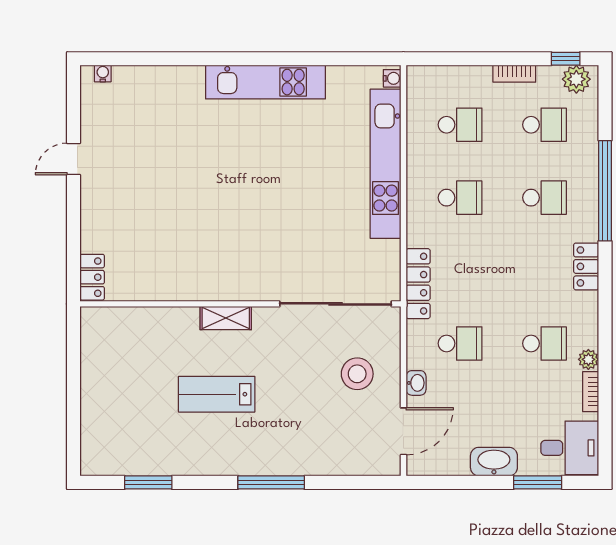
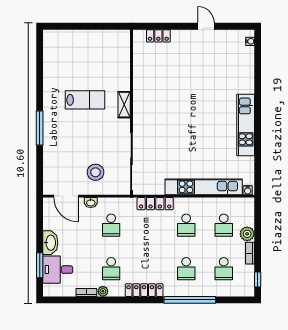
plant: (576, 79) -> (247, 234), moved
locker: (586, 266) -> (144, 290), width x1.53
locker: (92, 277) -> (158, 36), moved
locker: (418, 284) -> (155, 204), moved
lab bench: (217, 394) -> (85, 100), turned 90
desk: (570, 448) -> (58, 270), moved, turned 90
window: (148, 482) -> (40, 65), removed

